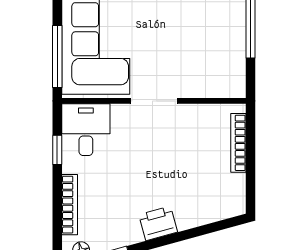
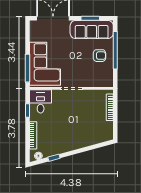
armchair: (216, 29) -> (99, 56), added
printer: (158, 223) -> (73, 144), removed

